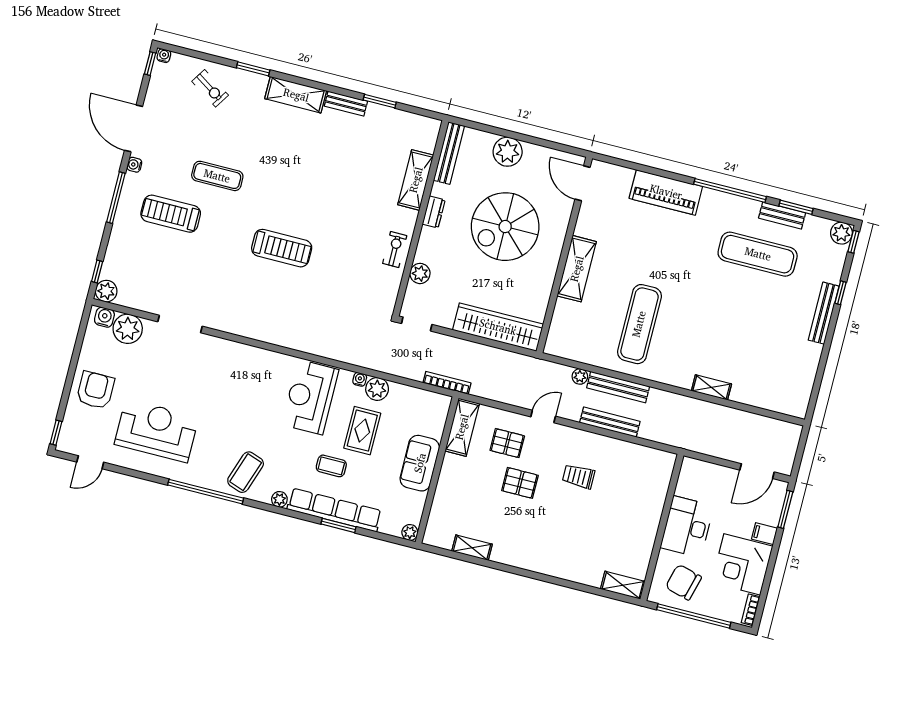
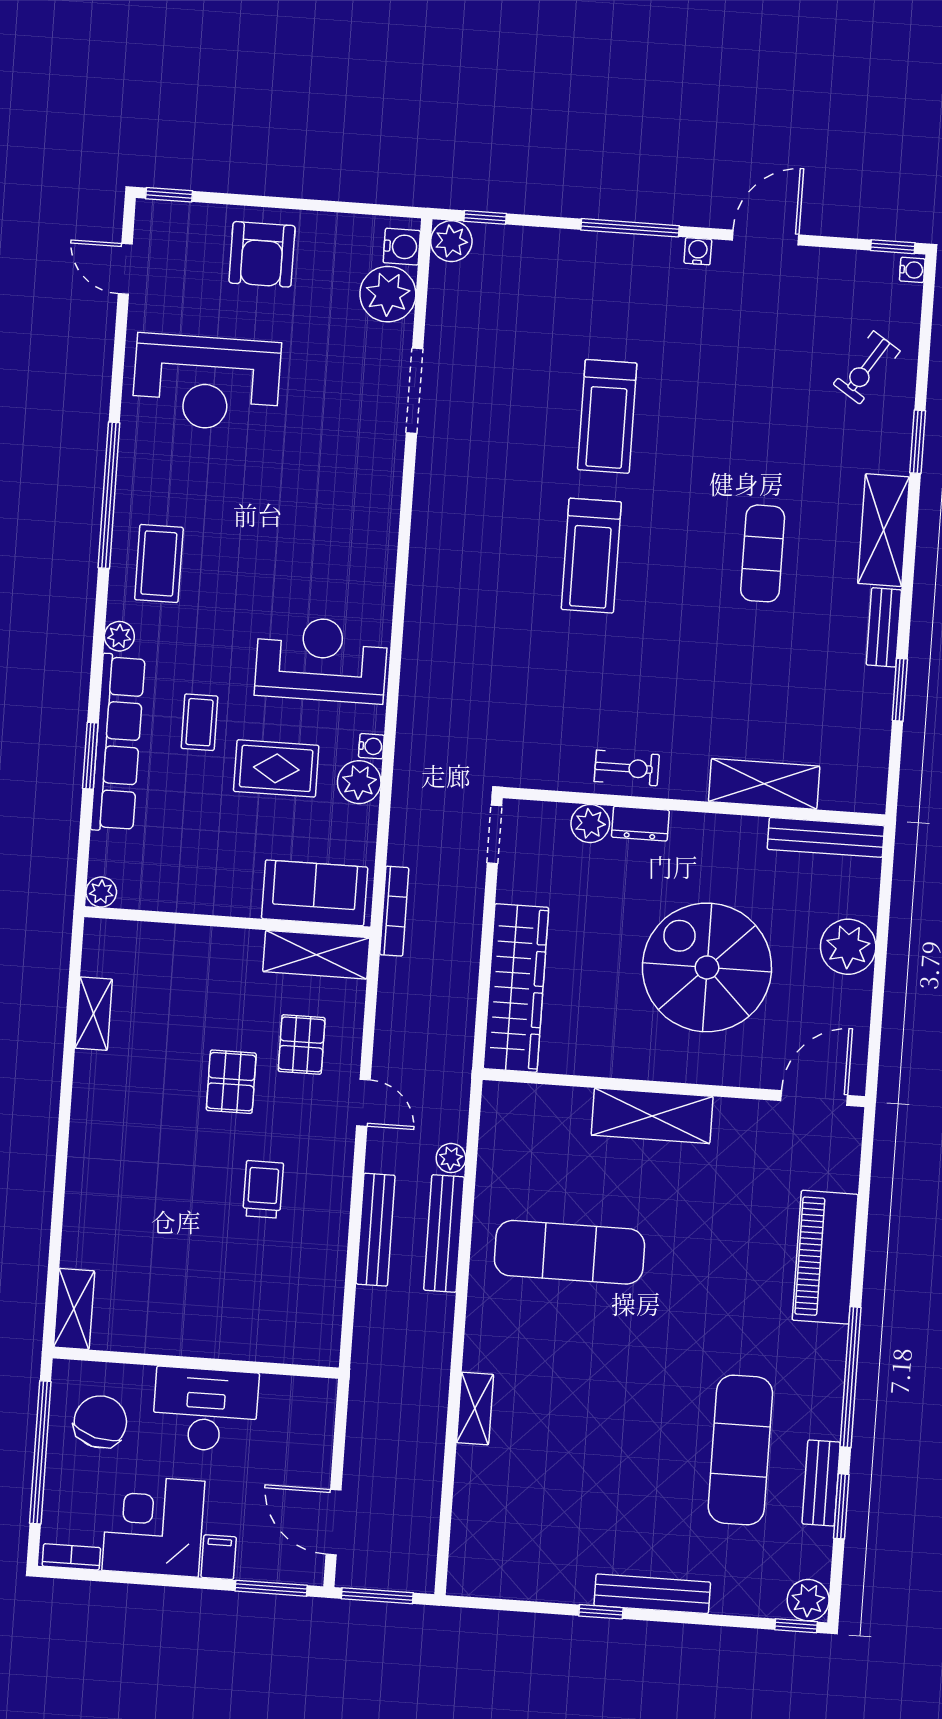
door: (134, 128) -> (766, 238), width x0.73
exercise mat: (217, 176) -> (763, 553), moved
dresser: (434, 212) -> (640, 824), moved
treadmill: (171, 214) -> (607, 416), moved, turned 180
window: (840, 293) -> (601, 1612), moved
armchair: (95, 390) -> (262, 254), turned 90
reception desk: (157, 431) -> (206, 383), turned 90
window: (799, 455) -> (377, 1596), added
sofa: (420, 463) -> (315, 893), moved
coffee table: (246, 472) -> (159, 563), turned 71

